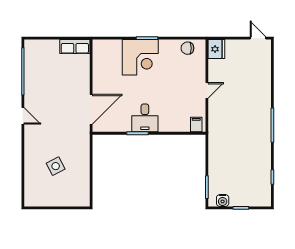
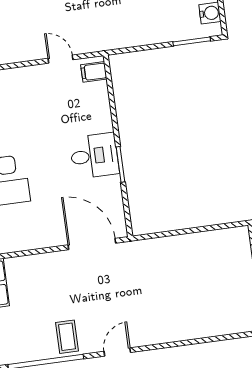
coffee table: (36, 86) -> (67, 337), added
door: (207, 90) -> (60, 59), moved
side table: (56, 166) -> (191, 289), removed

